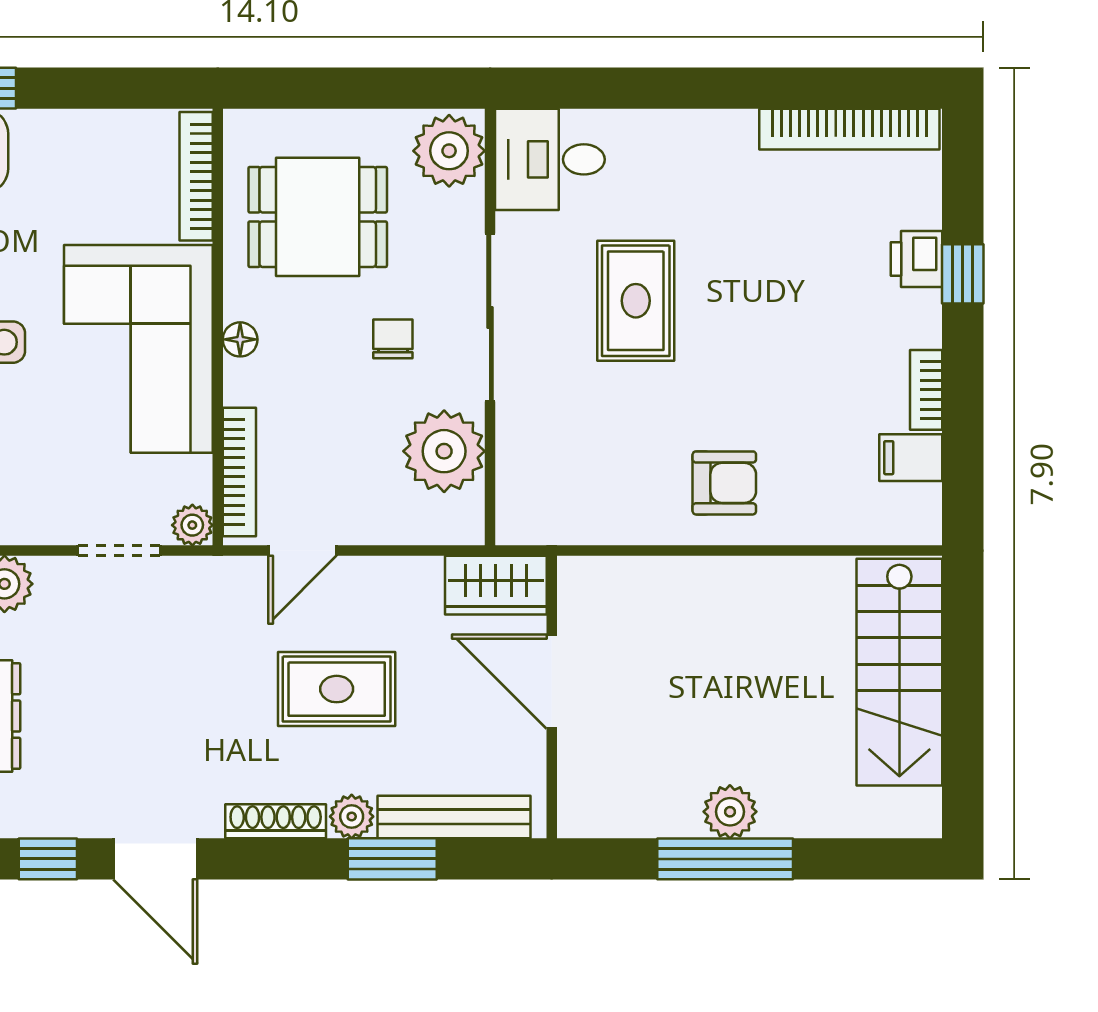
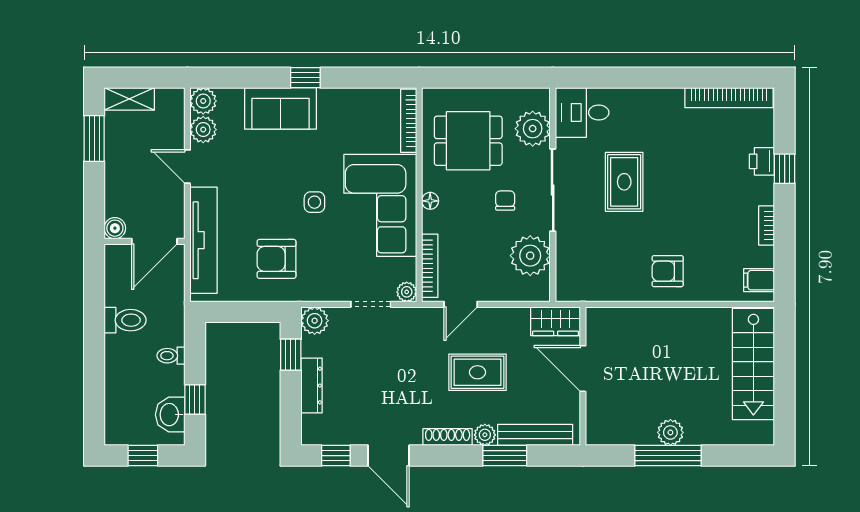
plant: (449, 151) -> (533, 129), moved
filing cabinet: (911, 458) -> (759, 280), moved
armchair: (724, 483) -> (668, 271), turned 180

